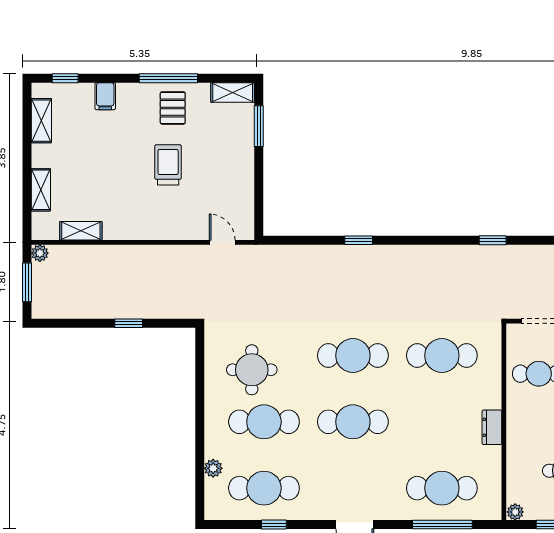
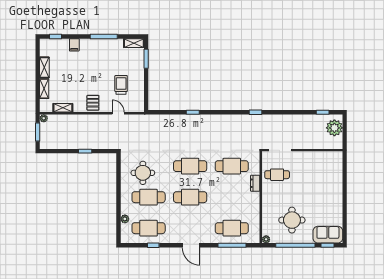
pallet: (173, 108) -> (93, 103), moved
shelving: (41, 121) -> (44, 67), moved
trolley: (168, 165) -> (121, 85), moved
door: (222, 242) -> (118, 113), moved
dresser: (492, 427) -> (255, 183), moved

